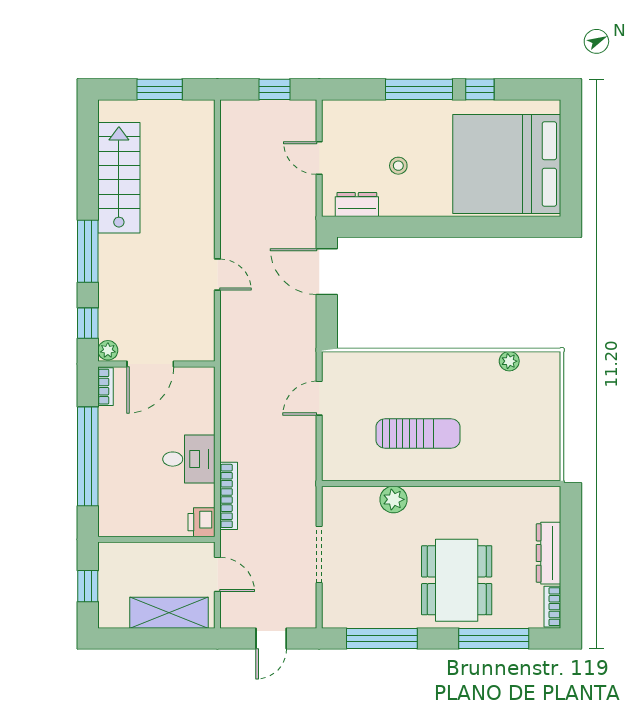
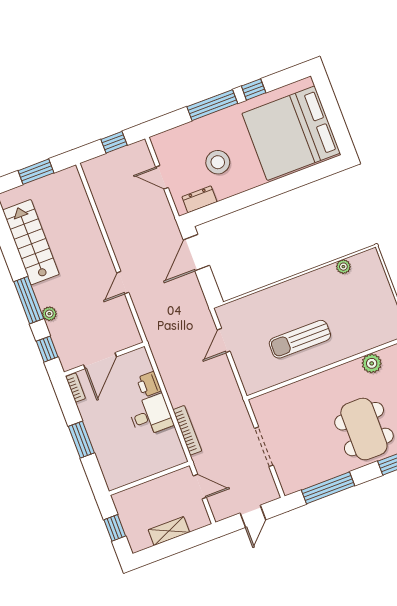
stool: (398, 166) -> (218, 162), width x1.89, depth x1.89
door: (327, 272) -> (196, 253), hinge flipped
door: (217, 274) -> (123, 283), swing flipped
plant: (108, 350) -> (49, 314), moved
sun lounger: (418, 433) -> (300, 339), turned 180
window: (88, 456) -> (81, 440), width x0.47
plant: (393, 499) -> (372, 363), moved
printer: (202, 522) -> (149, 384), moved
shelving: (169, 613) -> (169, 531), width x0.67, depth x0.75

